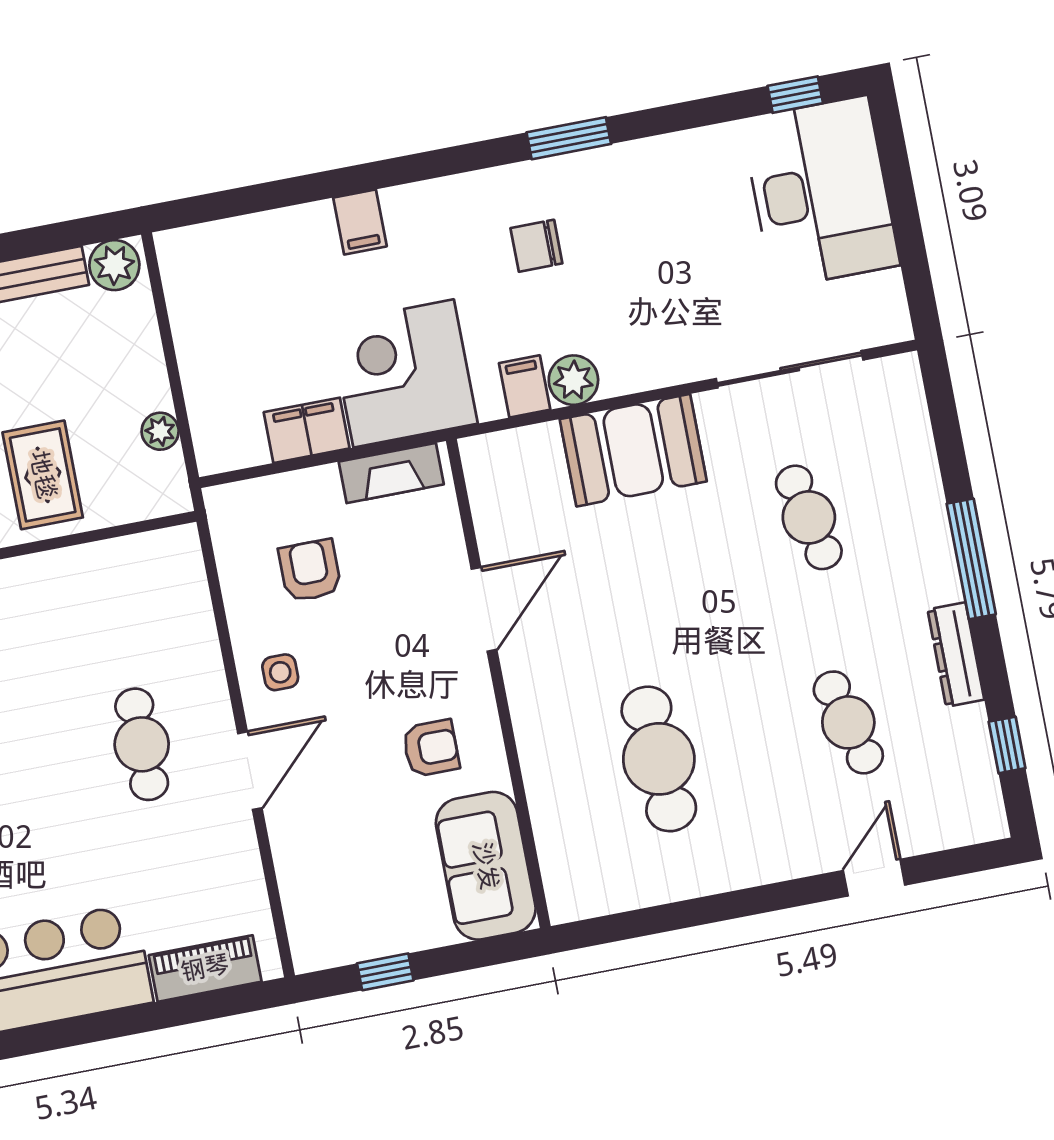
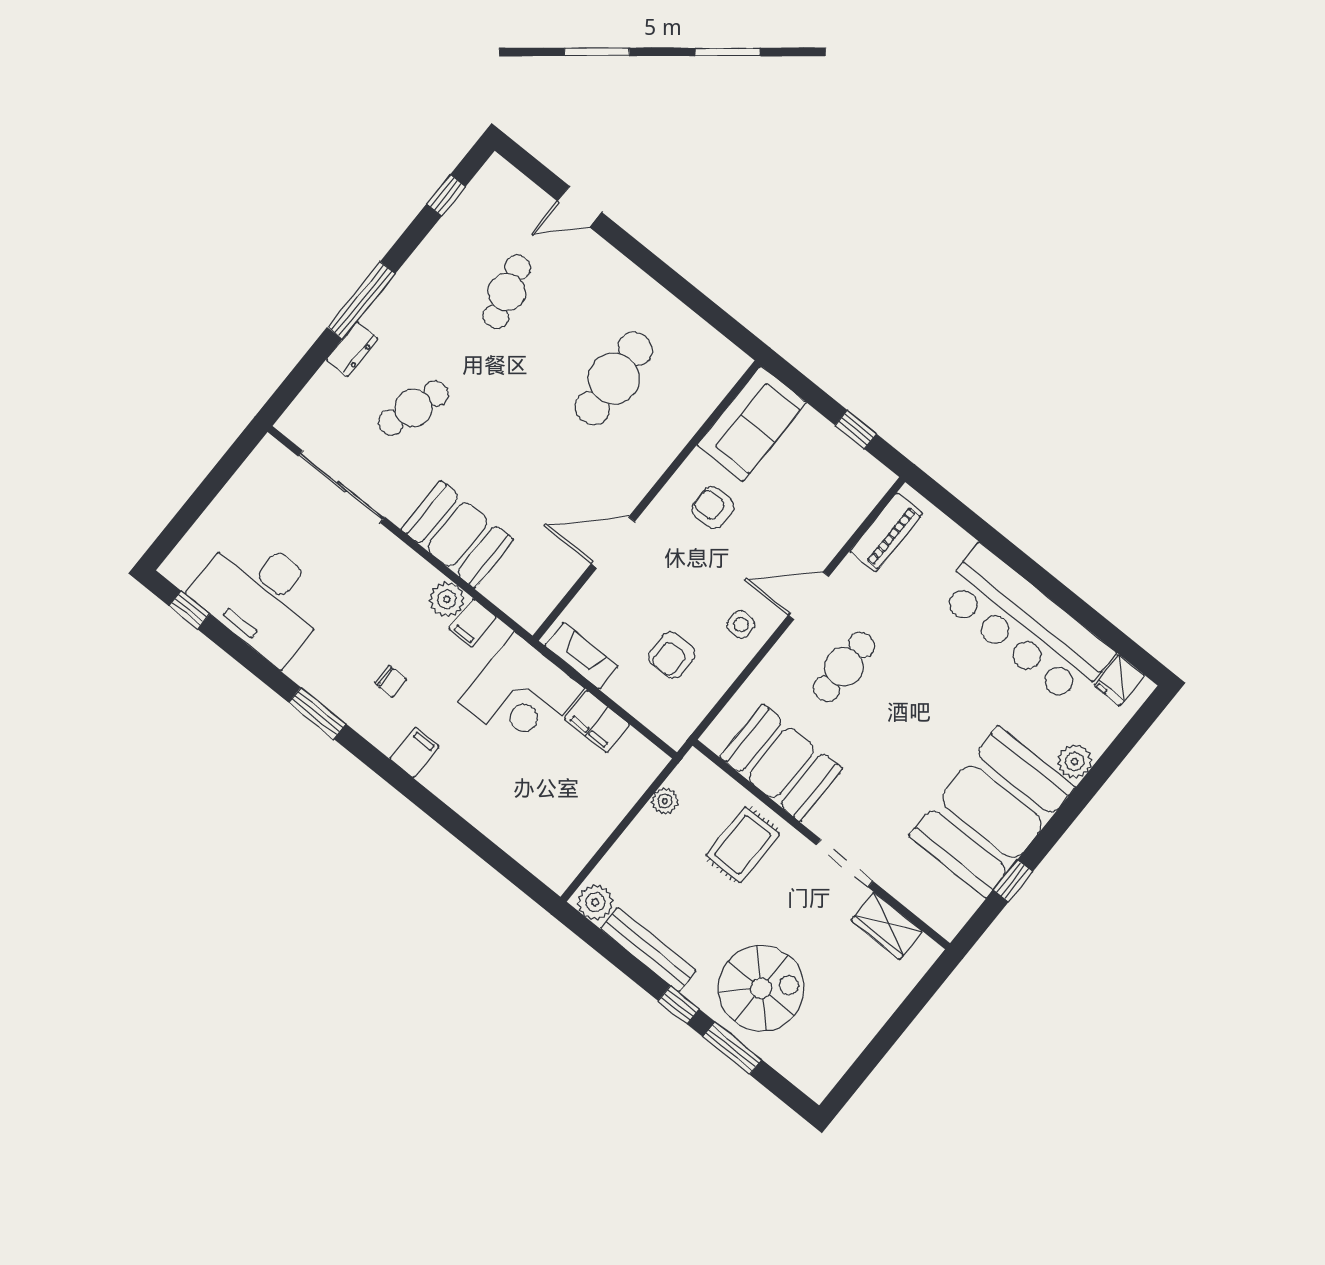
desk: (820, 192) -> (262, 596), moved, turned -90
filing cabinet: (360, 222) -> (414, 752), moved
chair: (536, 246) -> (391, 681), width x0.73, depth x0.73
cafe table: (809, 517) -> (413, 408), turned 30
booth: (95, 590) -> (781, 763), added
dresser: (956, 655) -> (352, 349), moved, width x0.70
piano: (205, 968) -> (886, 532), moved, turned -90

